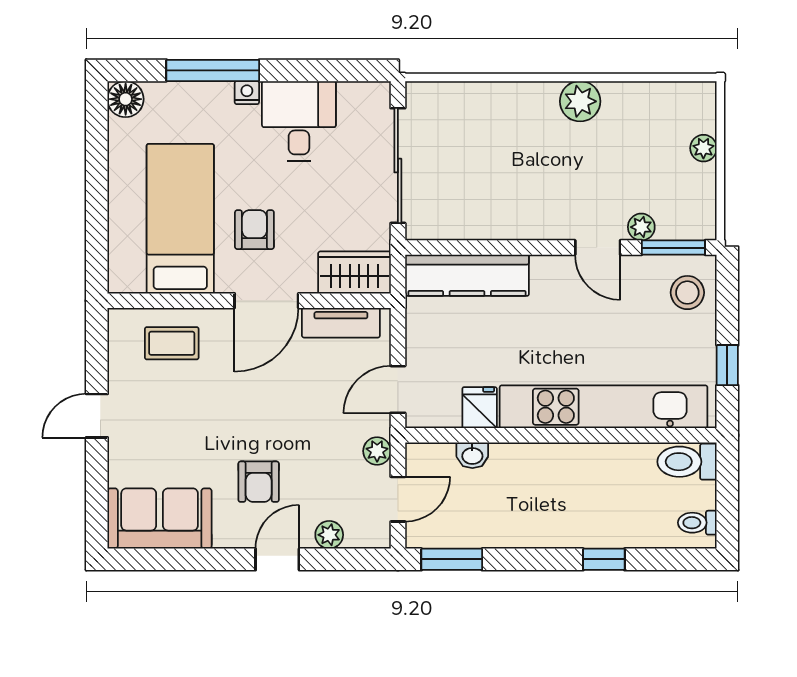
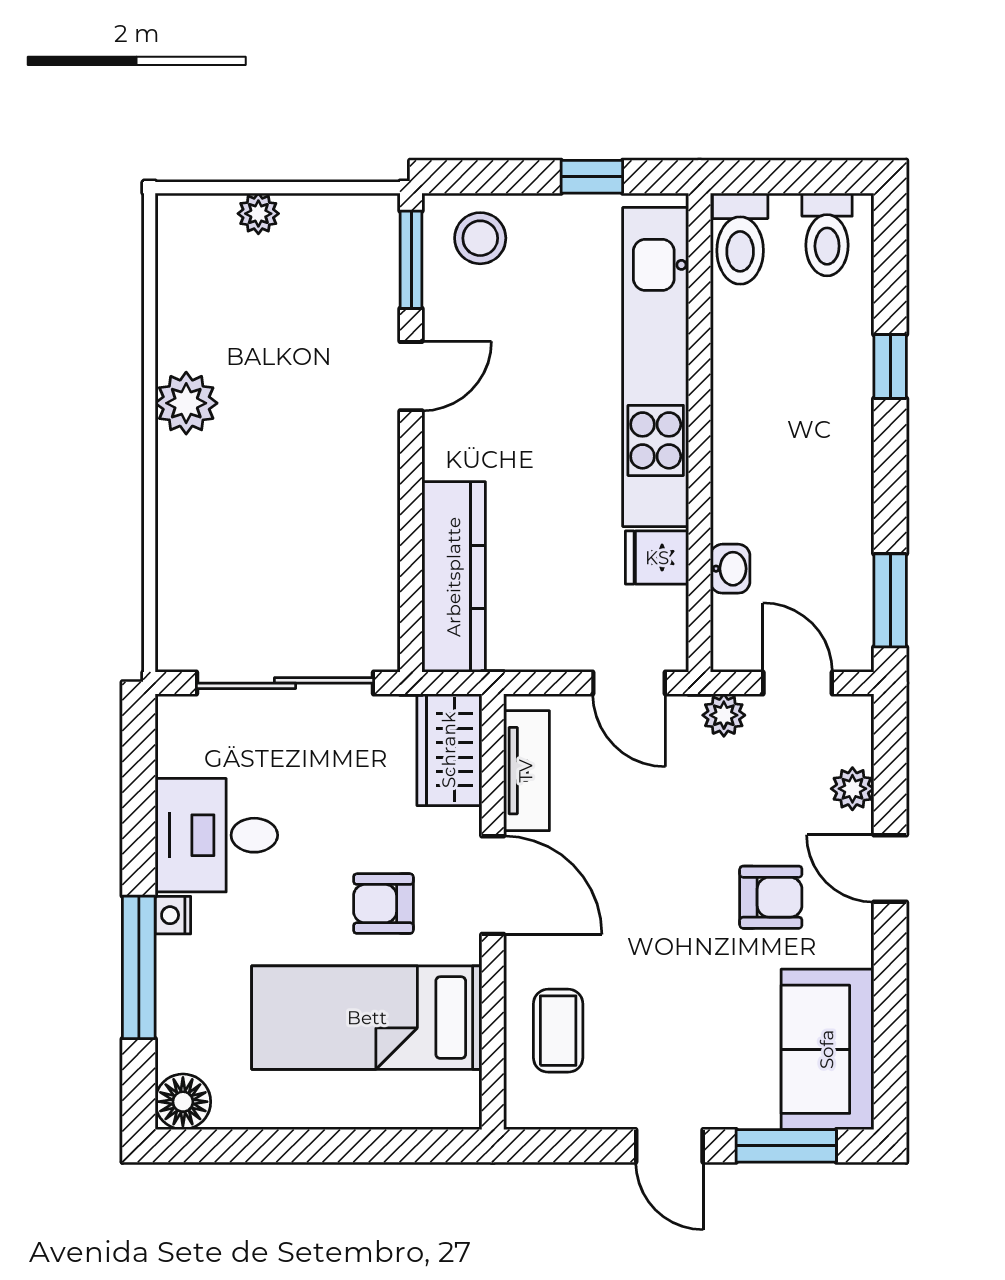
plant: (641, 227) -> (379, 309), removed
window: (97, 492) -> (786, 1146), added
toilet: (697, 523) -> (827, 234), width x1.37, depth x1.39

